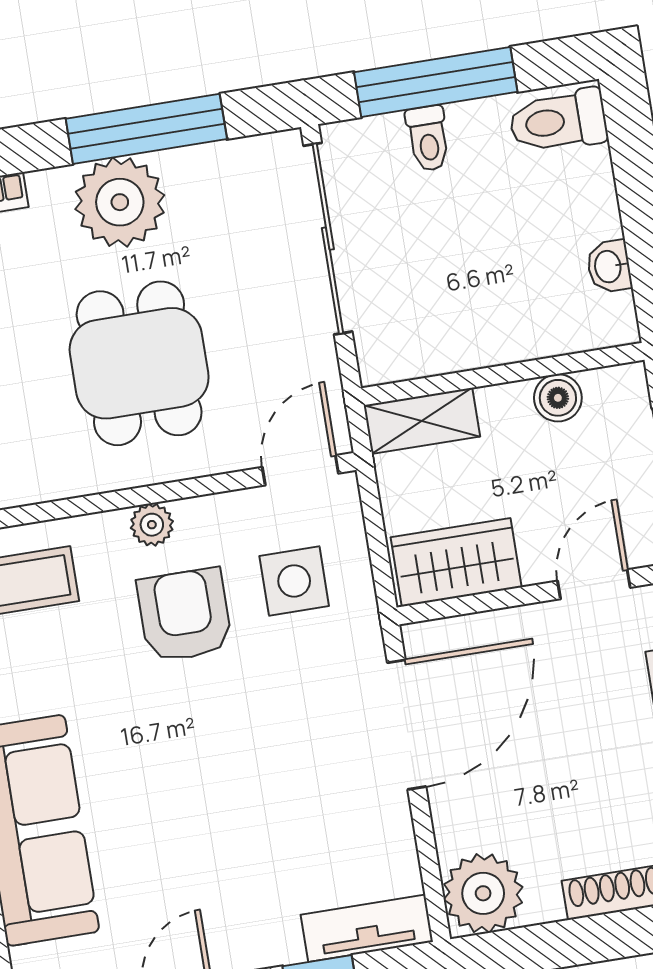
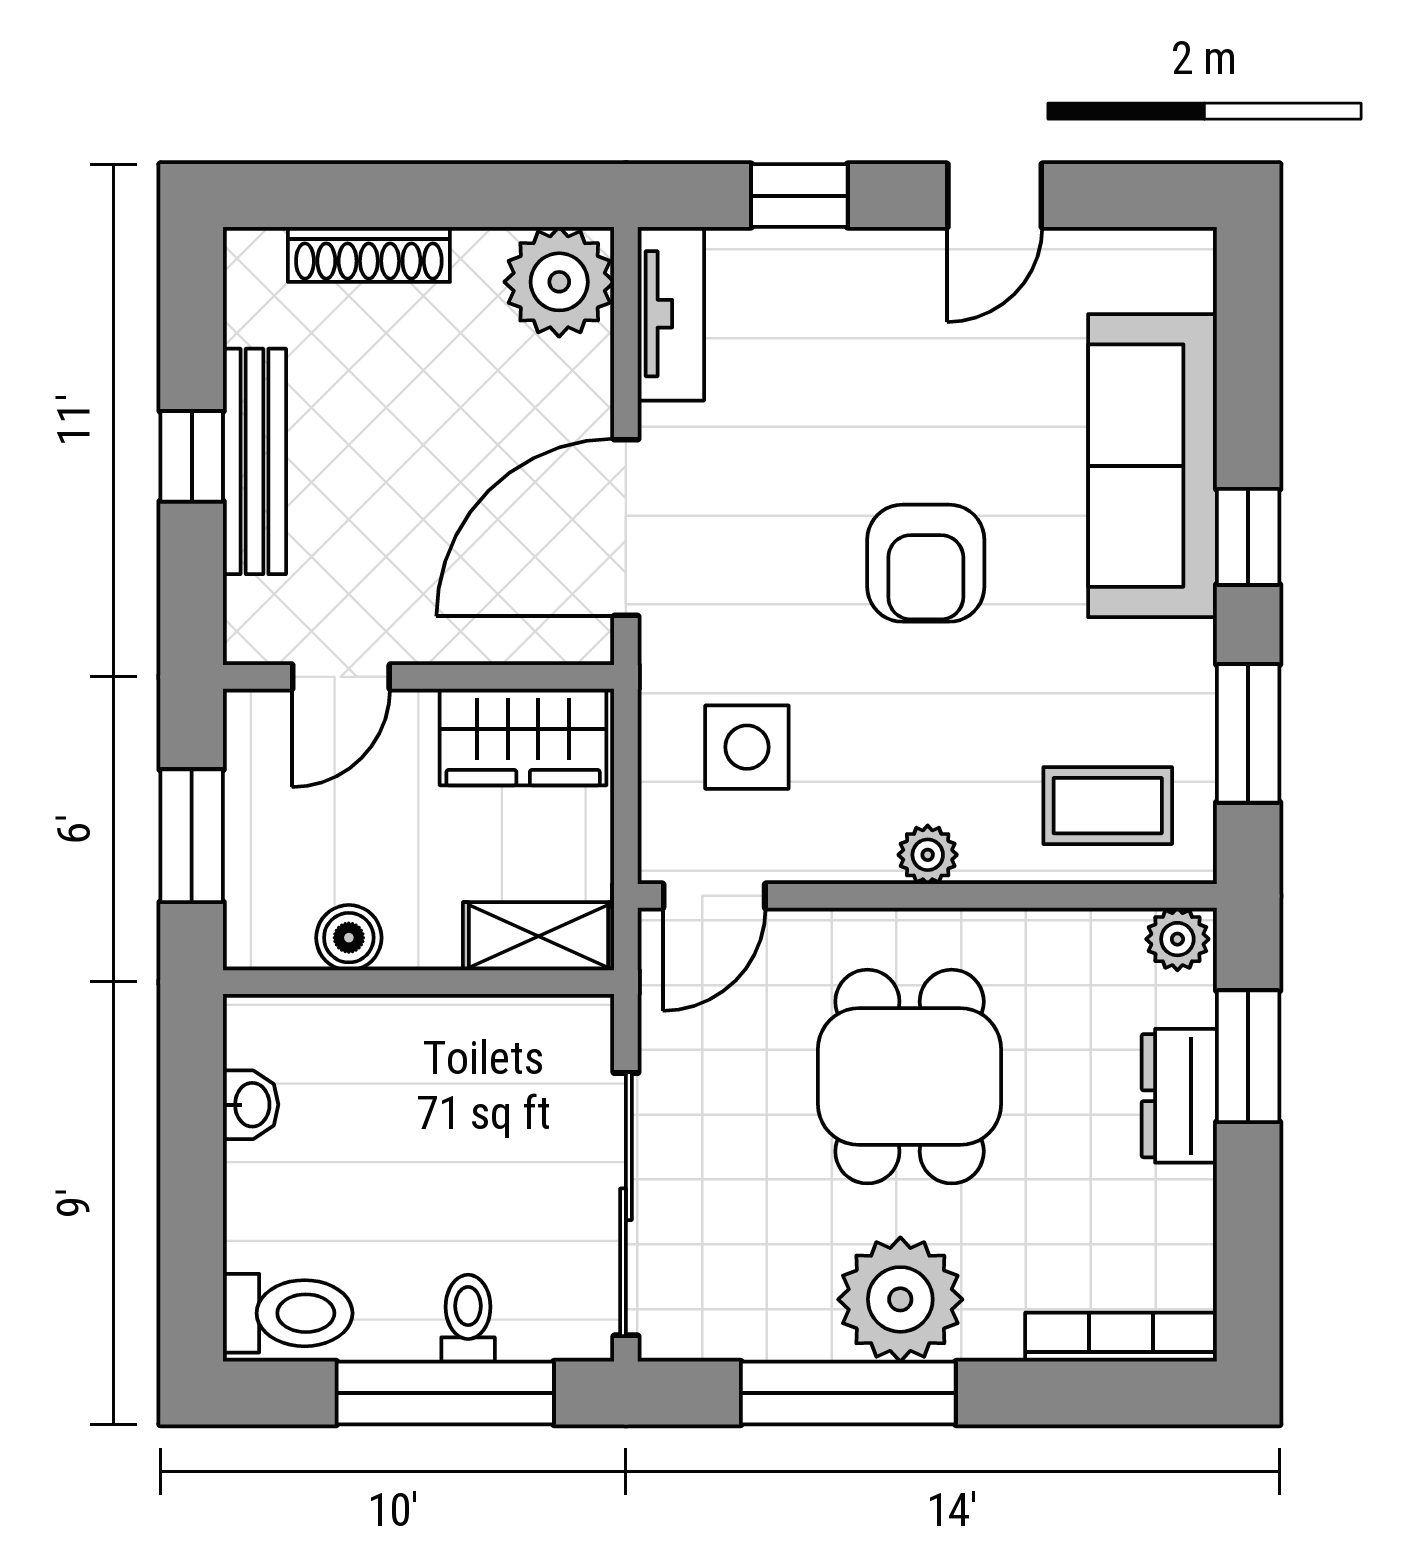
armchair: (185, 615) -> (926, 563), moved
tv unit: (367, 928) -> (671, 314), moved, turned -90

